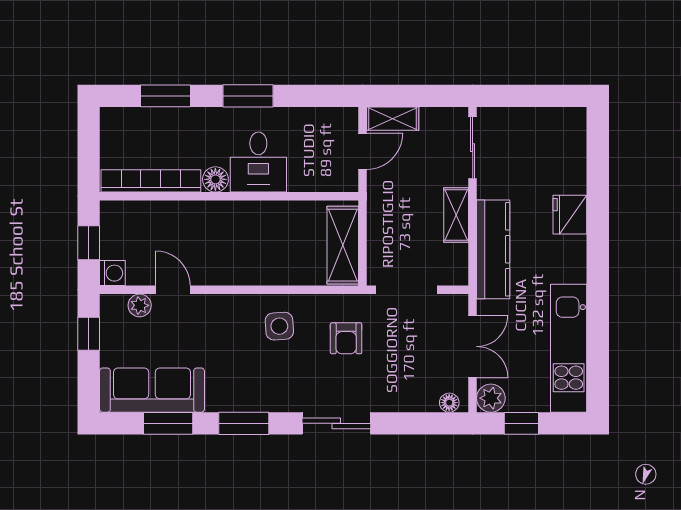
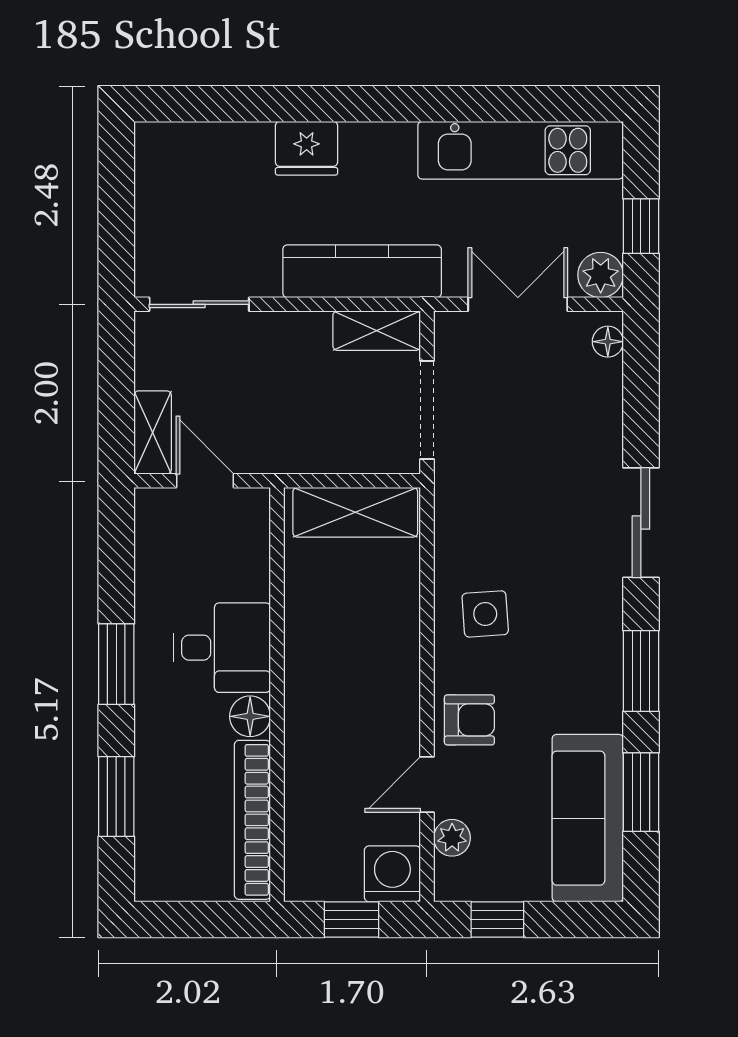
shelving: (456, 215) -> (377, 331), moved
washing machine: (112, 273) -> (392, 874), width x1.38, depth x1.38
armchair: (346, 338) -> (469, 720), moved

